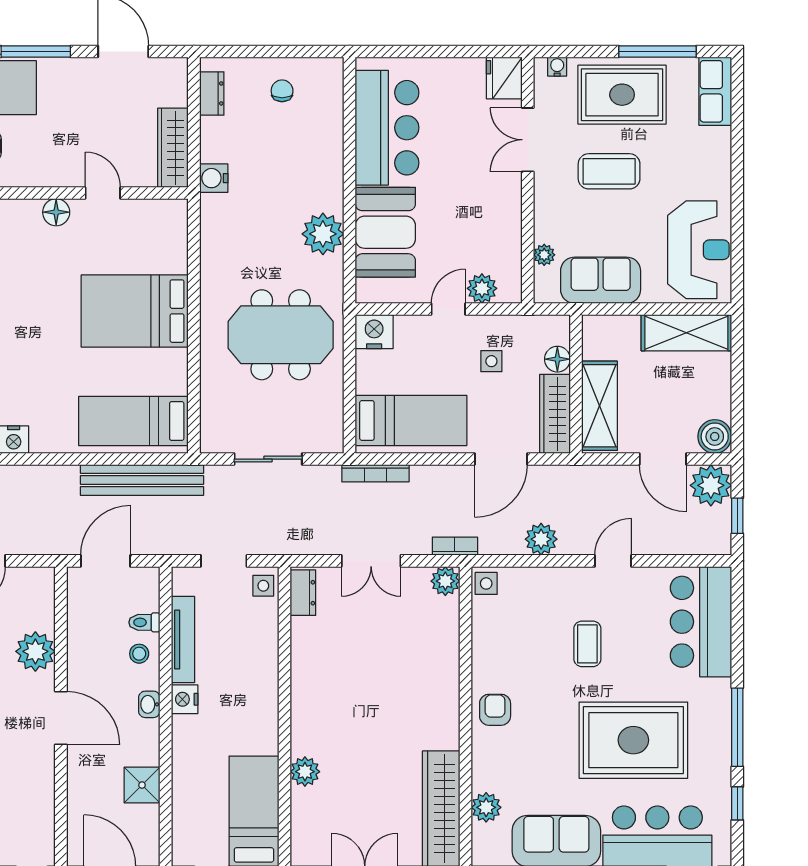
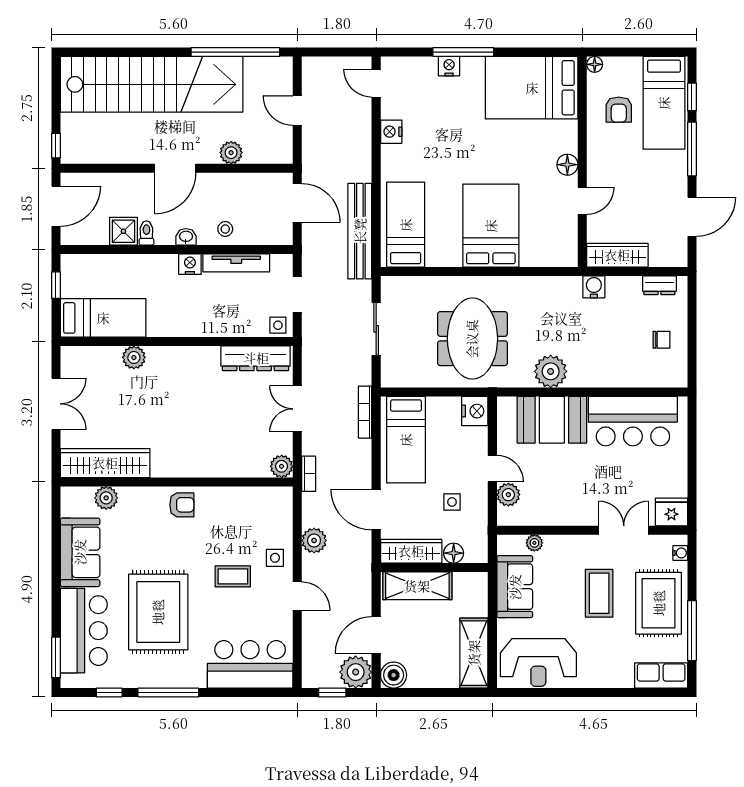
side table: (486, 583) -> (275, 558), moved
dresser: (303, 593) -> (256, 358), width x1.96, depth x1.24
toilet: (144, 622) -> (146, 233), moved
plant: (35, 651) -> (231, 153), width x0.73, depth x0.73

